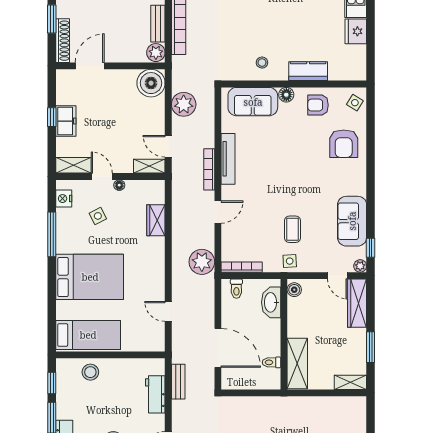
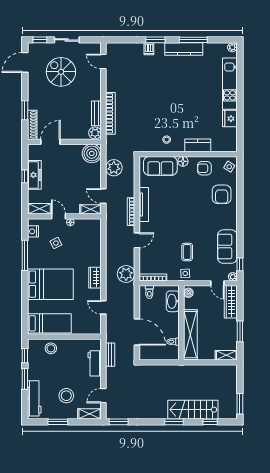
freezer: (66, 121) -> (34, 175), width x1.40
wardrobe: (156, 220) -> (95, 278), moved
shelving: (297, 364) -> (190, 335), width x1.47

